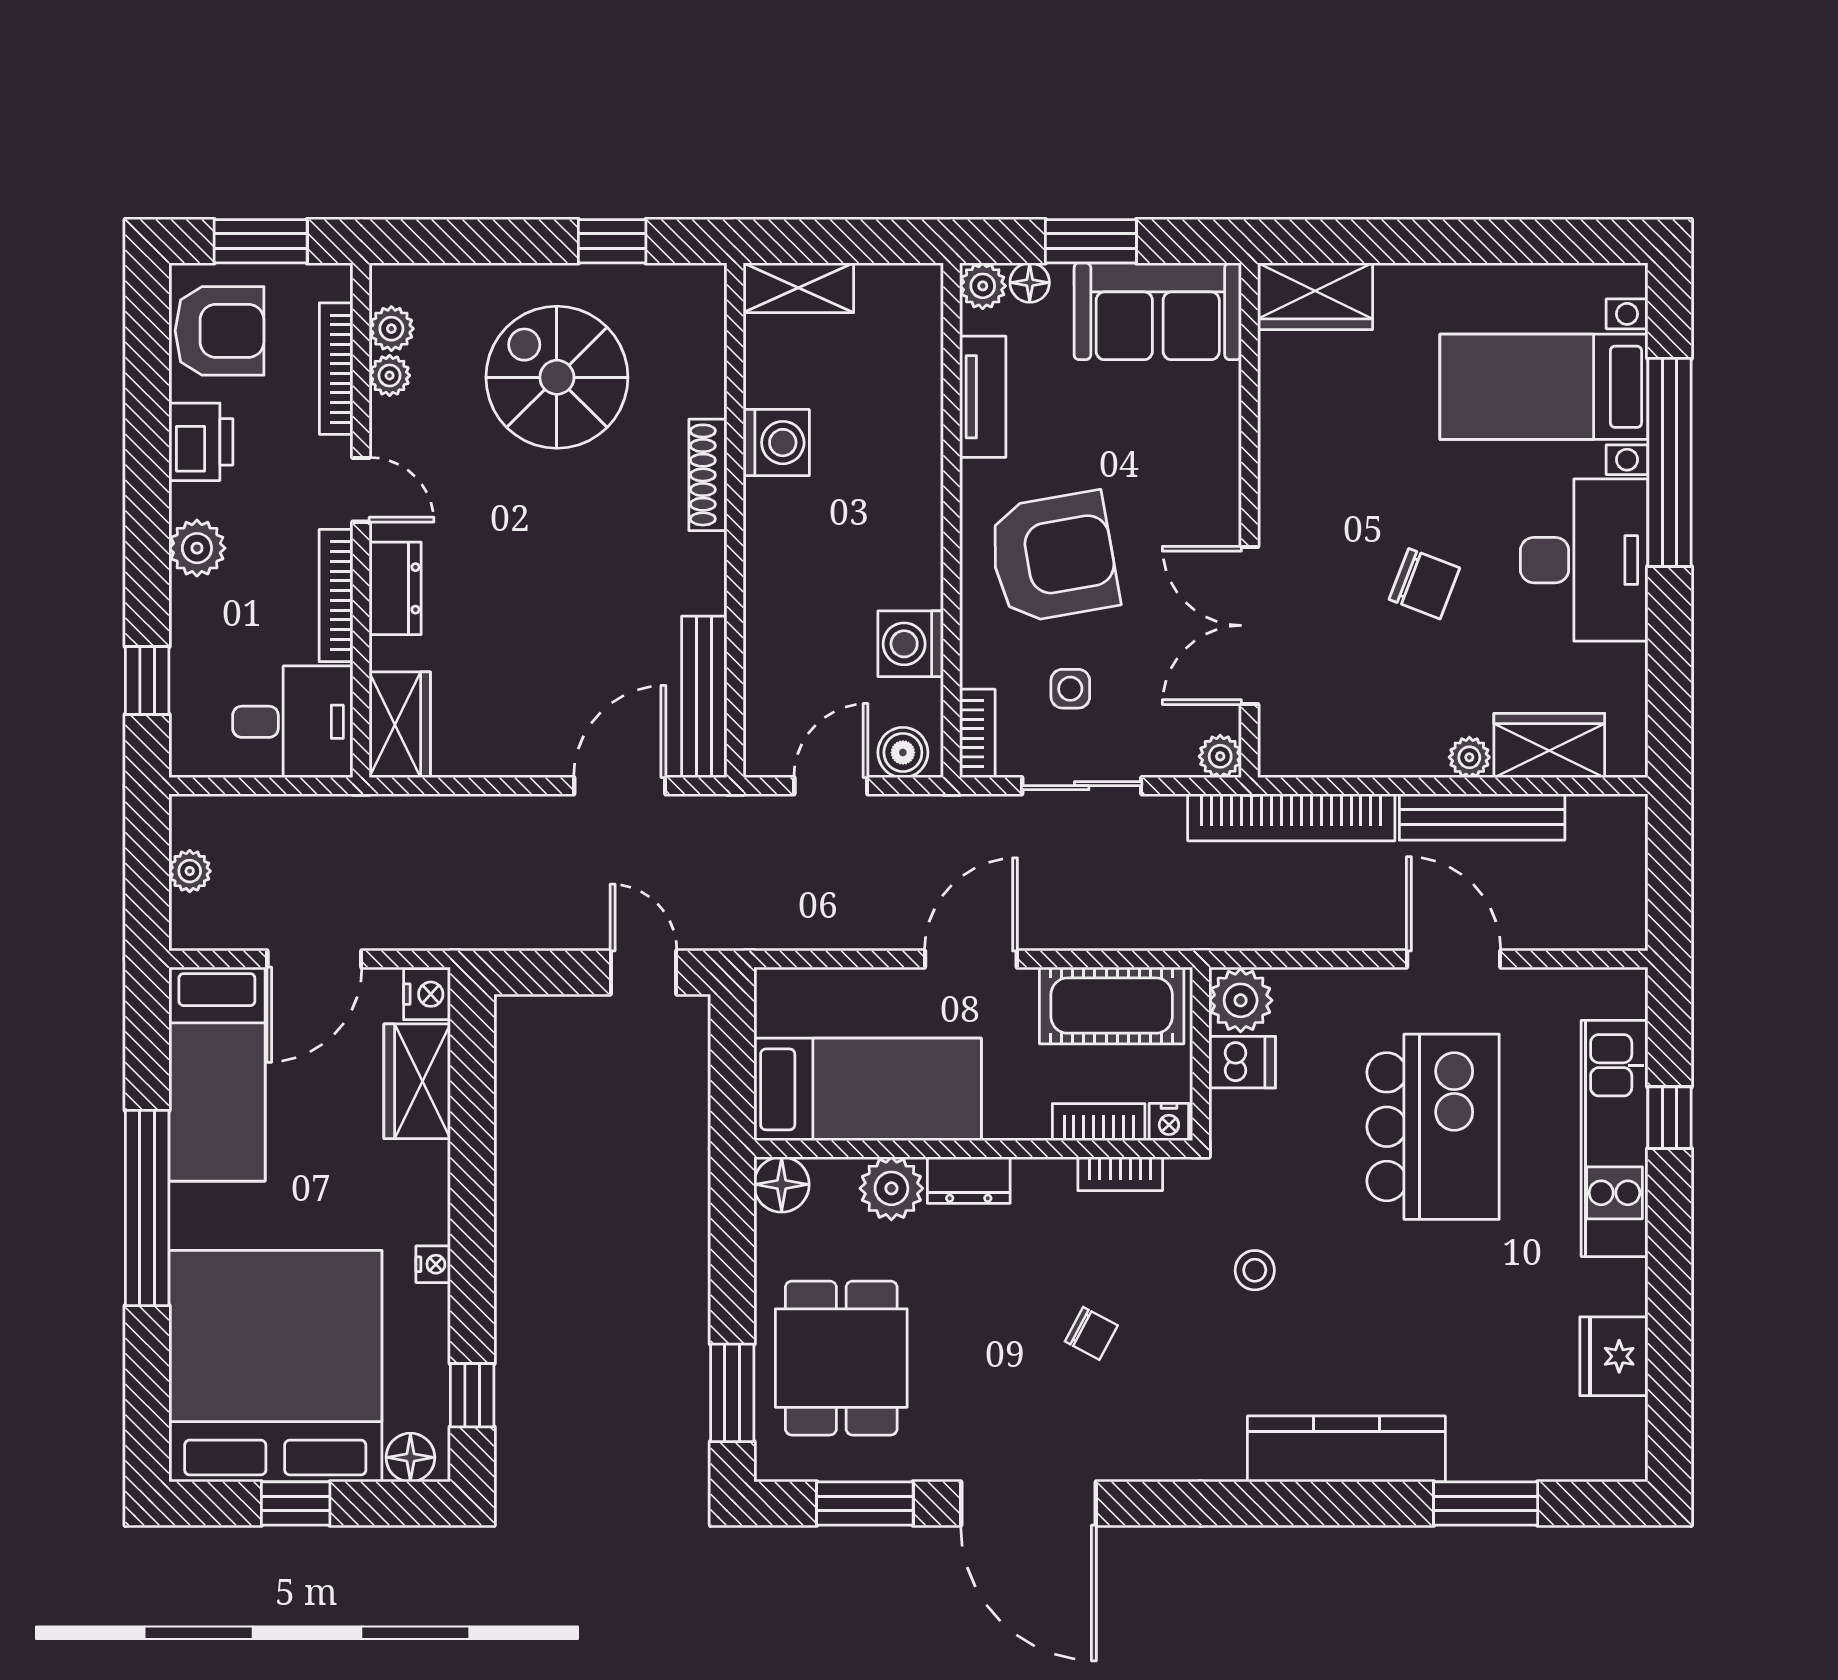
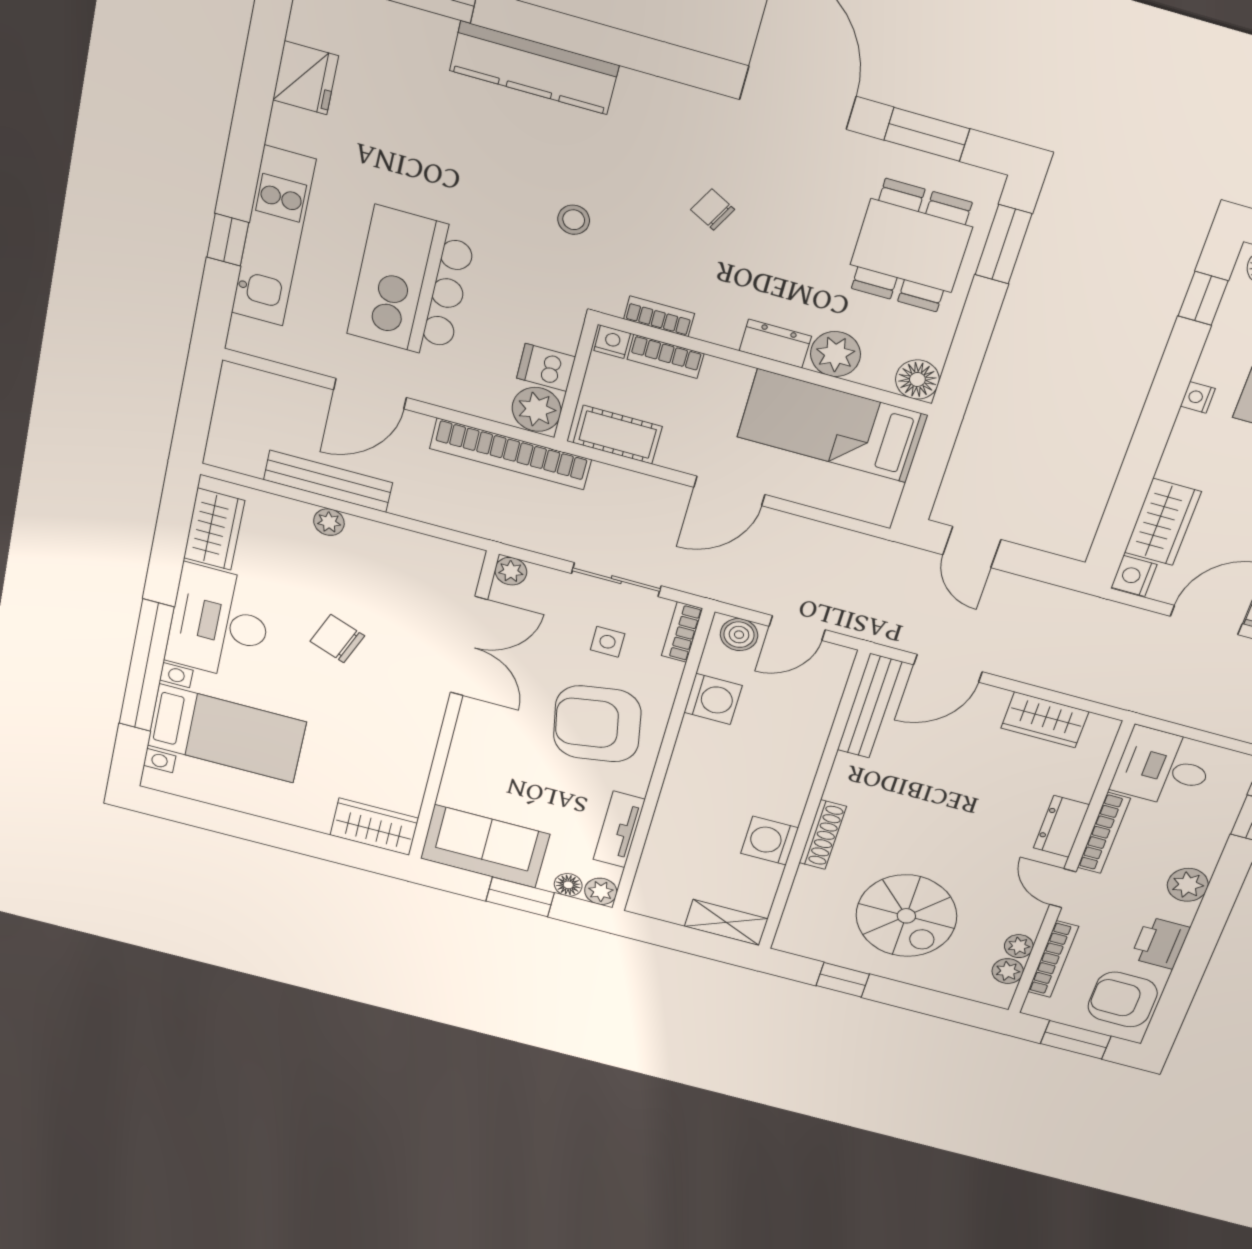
wardrobe: (400, 725) -> (1045, 720), moved, turned -90
wardrobe: (1549, 745) -> (214, 529), moved, turned -90
bookcase: (1291, 817) -> (511, 454), moved, turned 180
door: (1454, 959) -> (370, 394), hinge flipped
cot: (1112, 1006) -> (618, 435), width x0.73, depth x0.75

